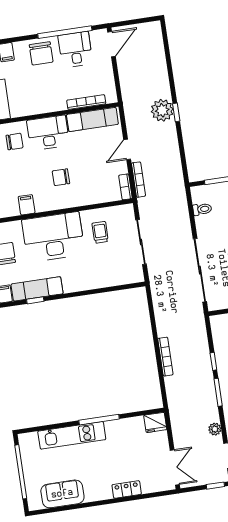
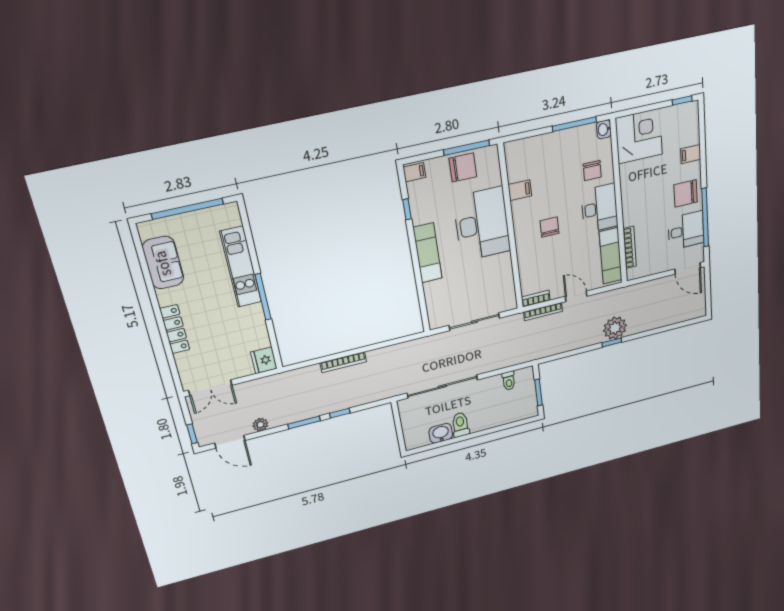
trolley: (100, 232) -> (486, 276), removed
exam couch: (37, 289) -> (428, 253), moved
locker: (127, 489) -> (175, 329), width x1.53

